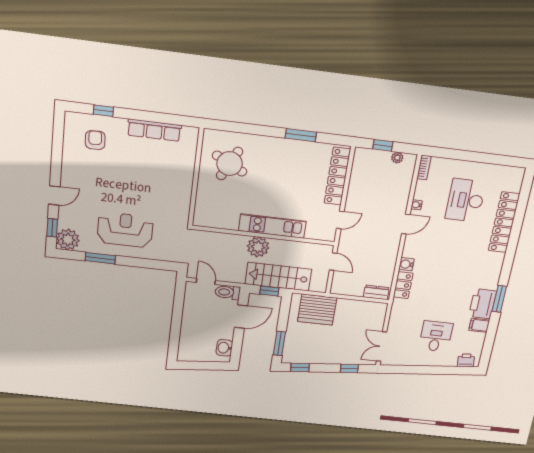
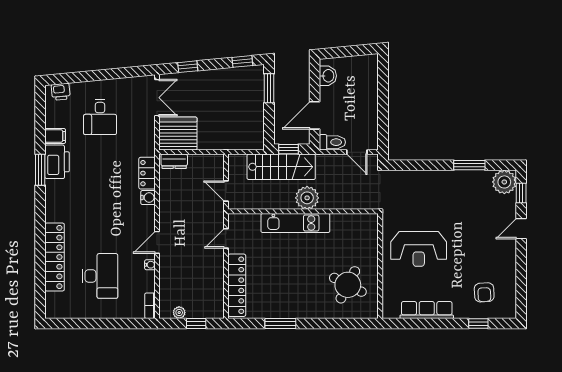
reception desk: (125, 230) -> (419, 249), moved
server rack: (317, 310) -> (178, 133), moved

